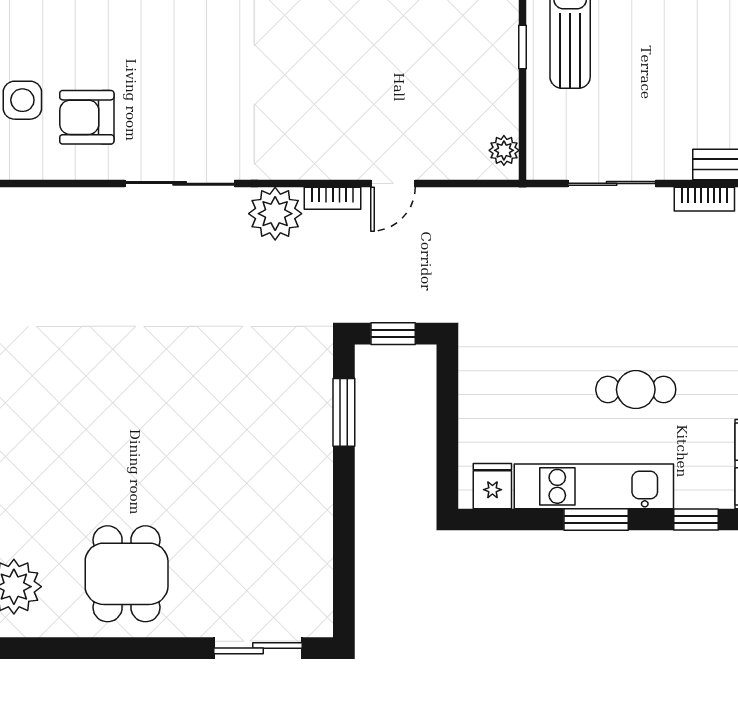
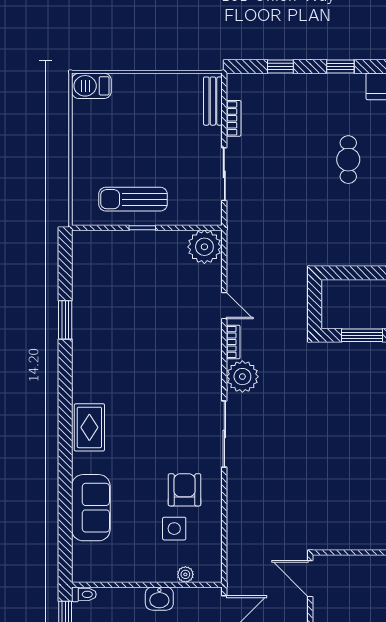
armchair: (87, 117) -> (185, 490), turned 180
plant: (504, 150) -> (204, 247), width x1.87, depth x1.87
window: (393, 334) -> (315, 306), removed

